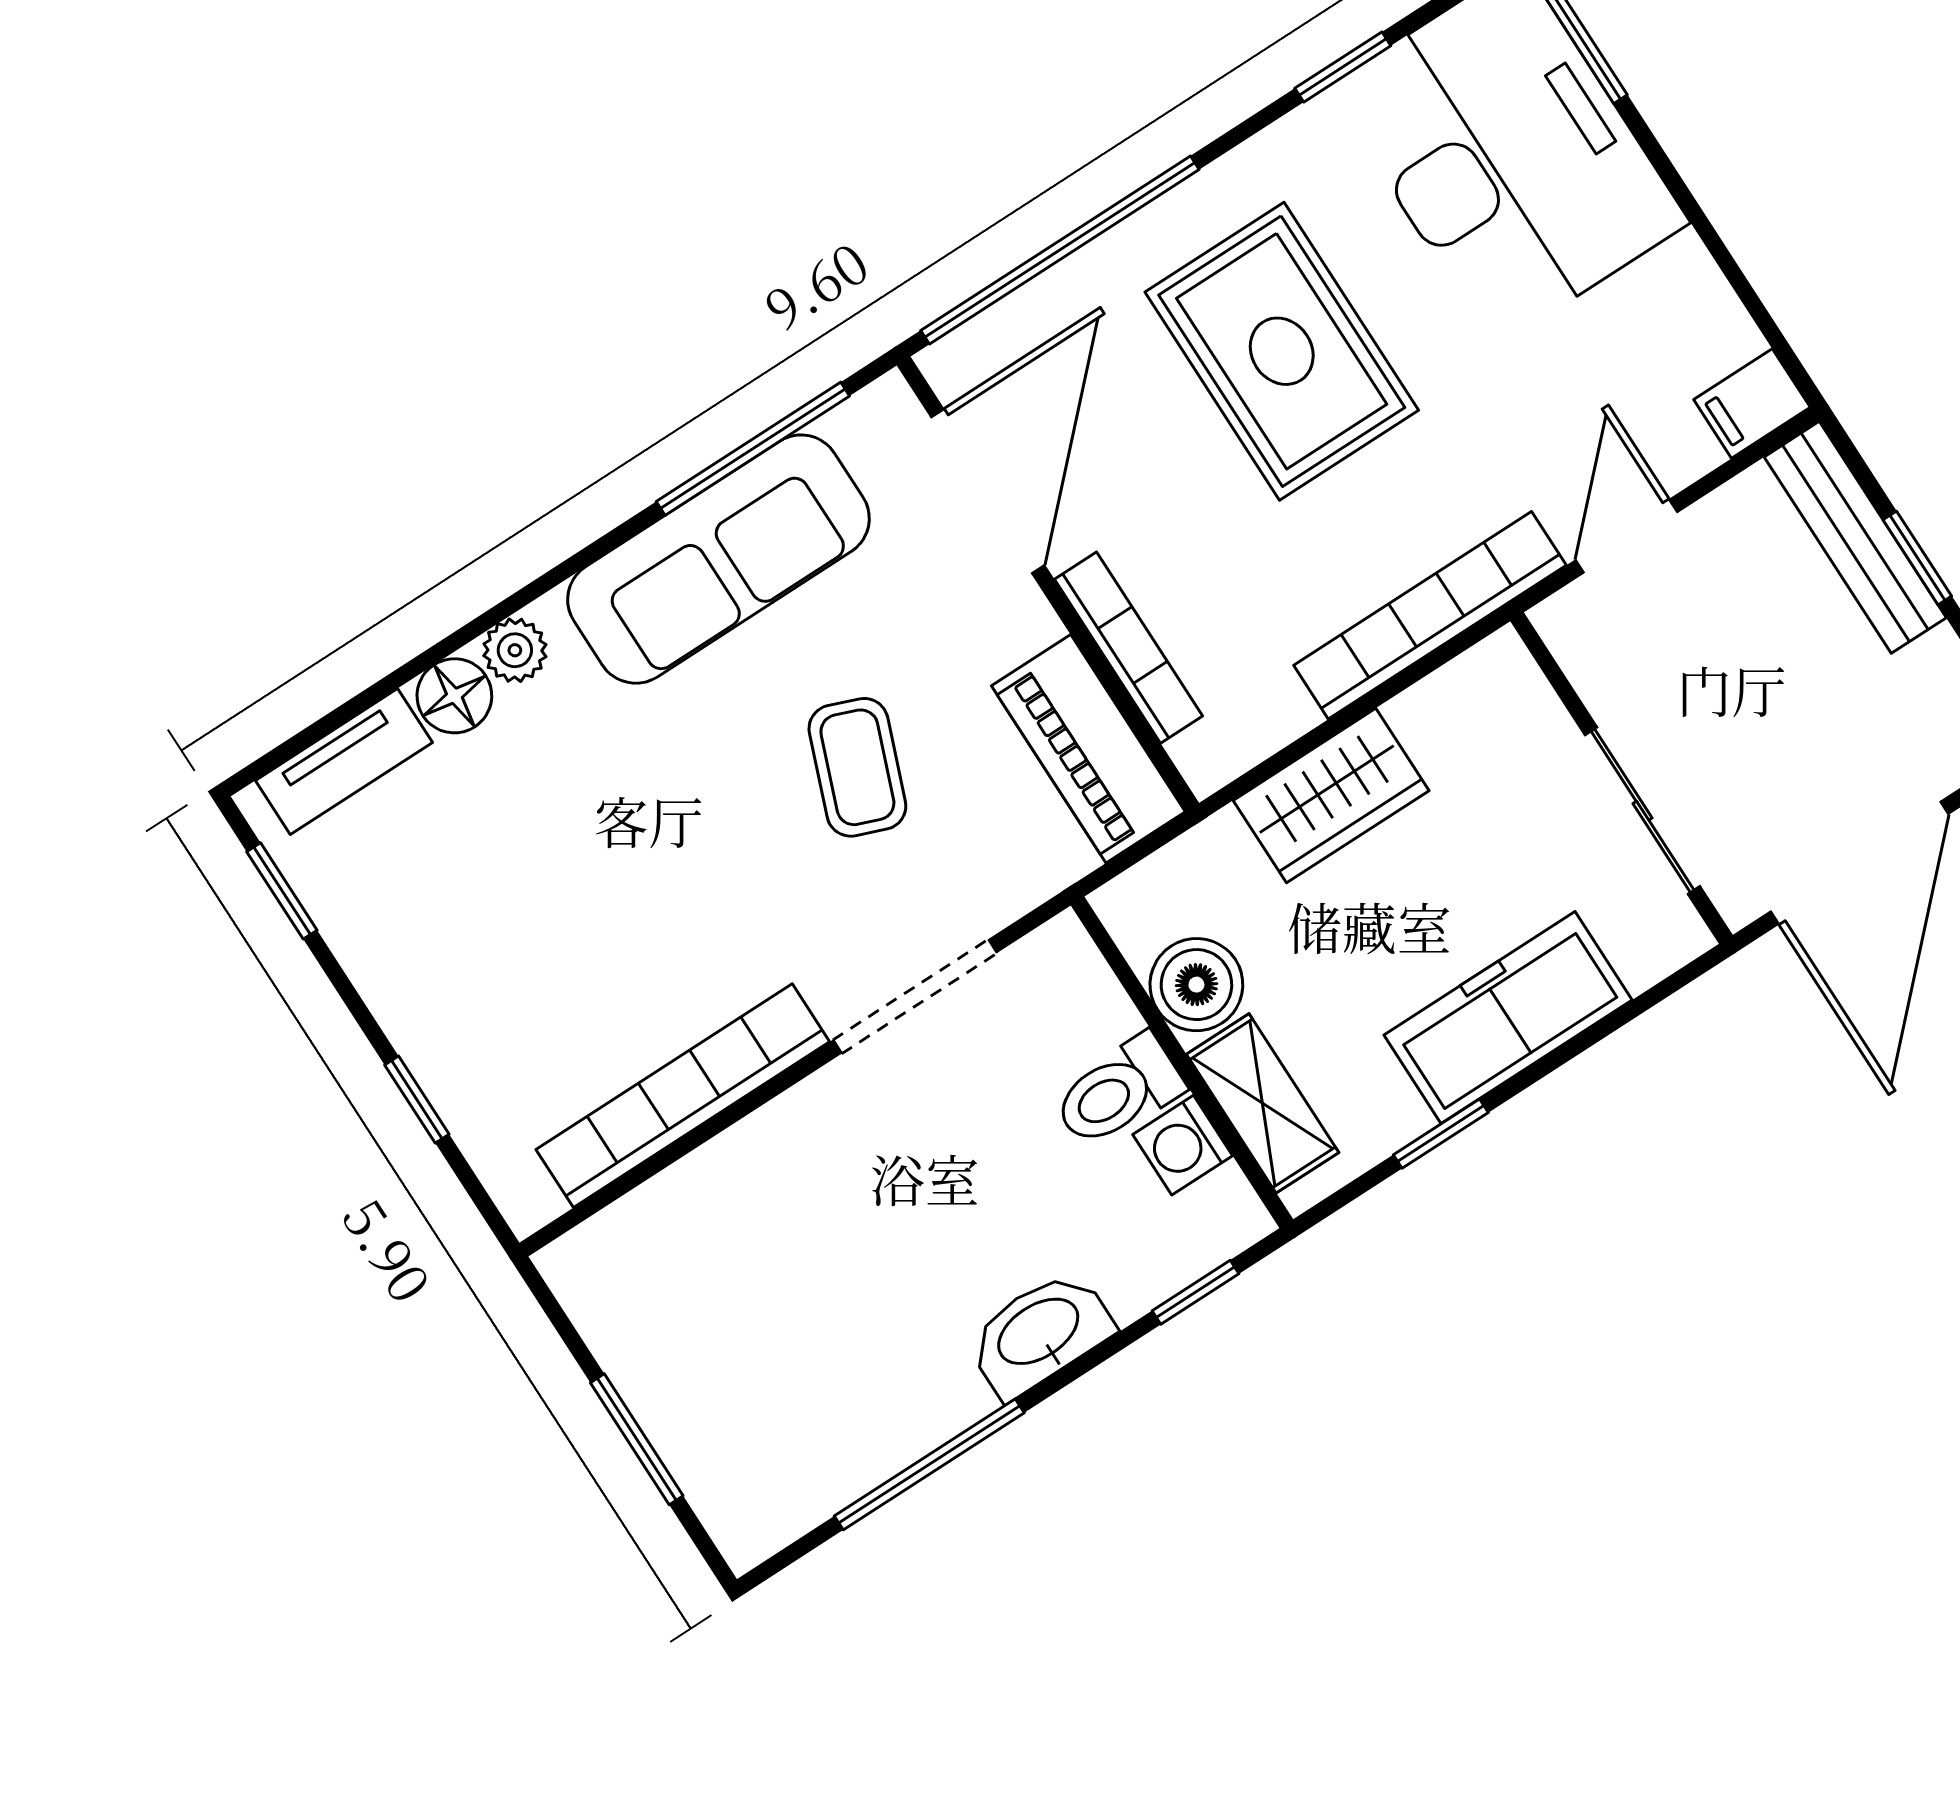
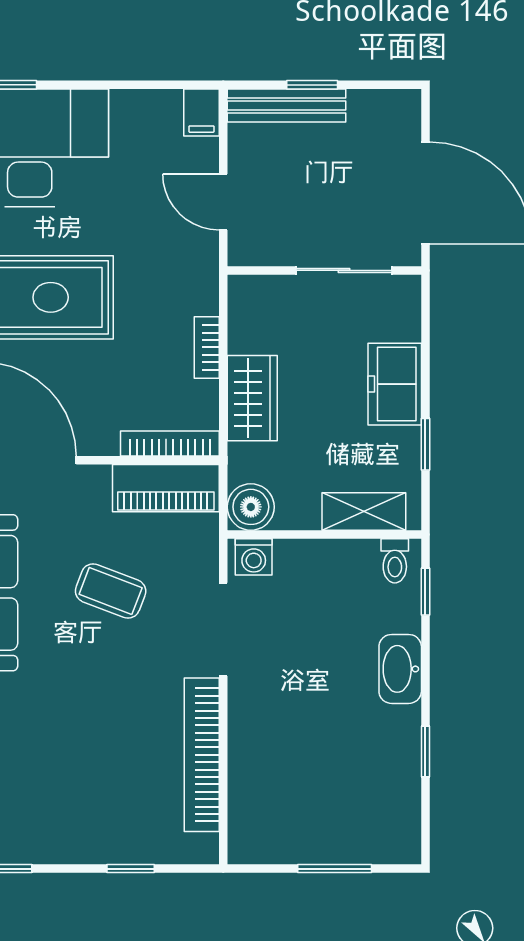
bookcase: (1430, 615) -> (207, 347), width x0.43, depth x0.76
bookcase: (1128, 648) -> (170, 443), moved
boiler: (1196, 985) -> (251, 507), moved
freezer: (1508, 1017) -> (395, 384), width x0.71
toilet: (1118, 1092) -> (395, 561), moved, width x0.73, depth x0.72
washing machine: (1183, 1145) -> (254, 557), moved
window: (929, 1464) -> (425, 752), width x0.46

